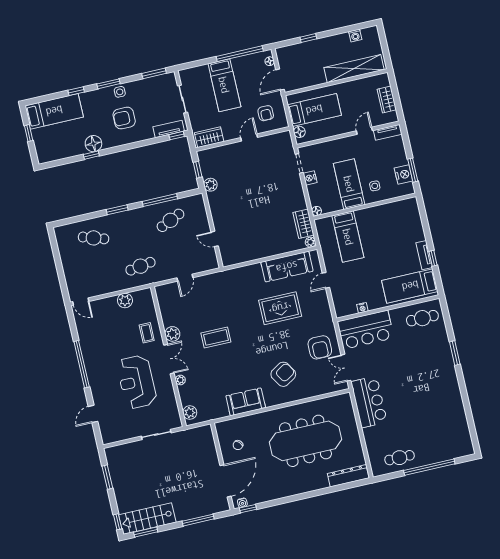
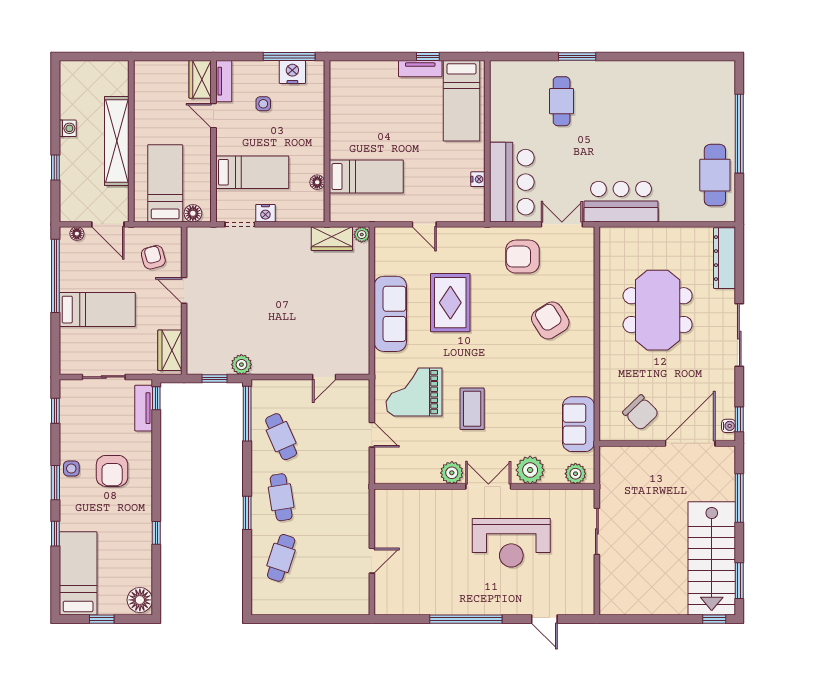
washing machine: (355, 35) -> (68, 128), moved
shelving: (354, 69) -> (117, 141), moved
window: (154, 73) -> (55, 411), width x0.67
wardrobe: (387, 100) -> (200, 79), moved, turned 90
armchair: (266, 113) -> (153, 257), turned -105
floor lamp: (93, 144) -> (140, 600), moved
window: (413, 170) -> (289, 57), width x1.44
bed: (349, 184) -> (252, 172), moved, turned 180
side table: (375, 186) -> (263, 104), moved
window: (160, 200) -> (247, 414), moved
floor lamp: (317, 211) -> (317, 182), moved
cafe table: (140, 266) -> (281, 497), moved
sofa: (287, 267) -> (390, 314), moved
grand piano: (218, 298) -> (414, 392), added
plant: (125, 301) -> (386, 532), removed
door: (81, 302) -> (372, 561), moved
cafe table: (422, 318) -> (562, 101), moved
coffee table: (147, 333) -> (441, 511), removed
armchair: (320, 347) -> (522, 257), turned 180
double door: (346, 368) -> (562, 224), swing flipped
plant: (180, 380) -> (530, 470), width x1.88, depth x1.88
sofa: (246, 402) -> (579, 424), moved
meeting table: (305, 441) -> (658, 310), width x0.73
chair: (238, 445) -> (641, 413), width x1.87, depth x1.87
cafe table: (400, 458) -> (715, 175), width x1.37, depth x1.35
window: (107, 477) -> (644, 619), removed
door: (226, 481) -> (690, 443), hinge flipped
sliding door: (302, 496) -> (739, 335), added
stairs: (147, 519) -> (712, 558), width x1.36, depth x1.51

